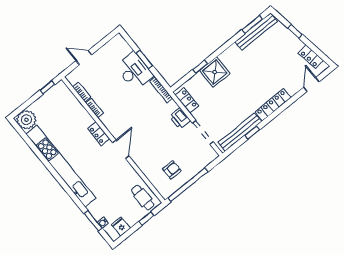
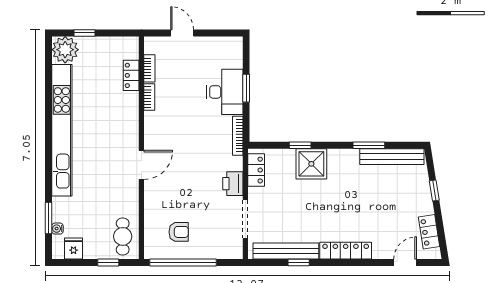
window: (252, 24) -> (369, 145), moved
window: (47, 87) -> (84, 33), moved
locker: (99, 134) -> (131, 75), moved

